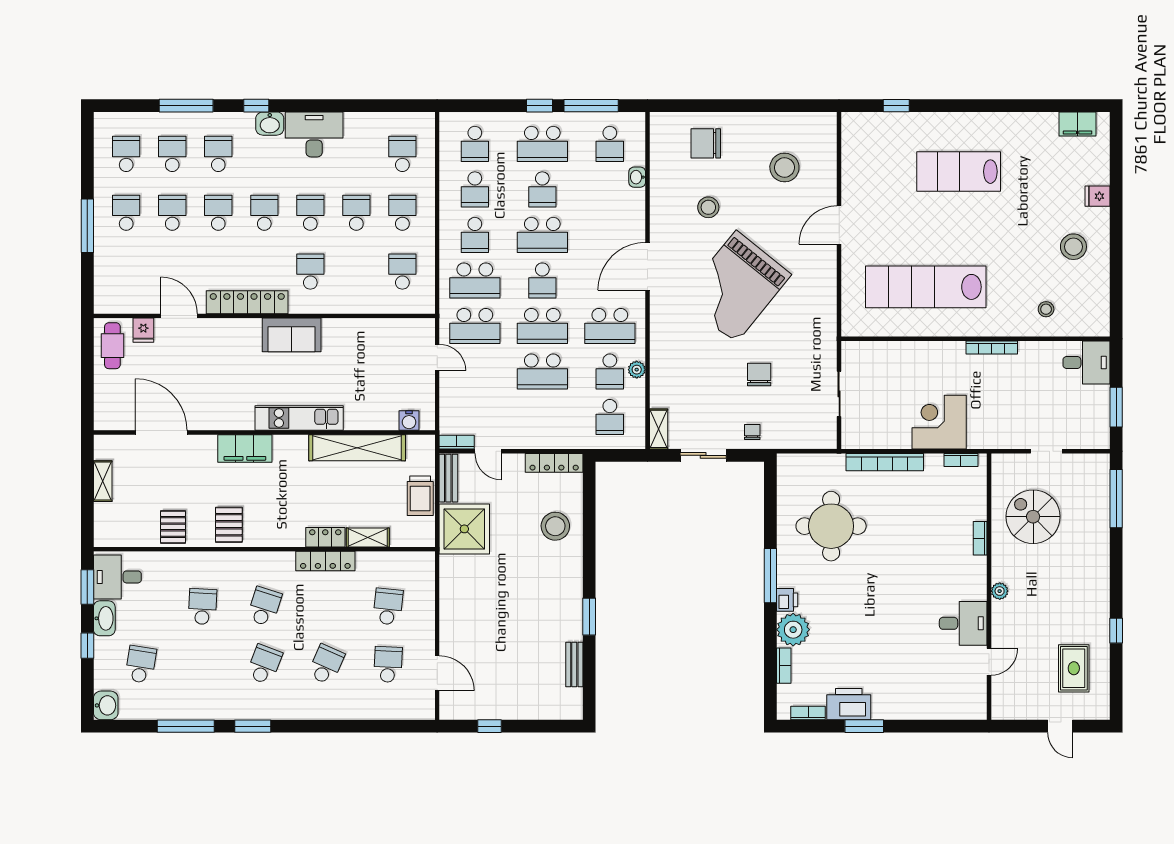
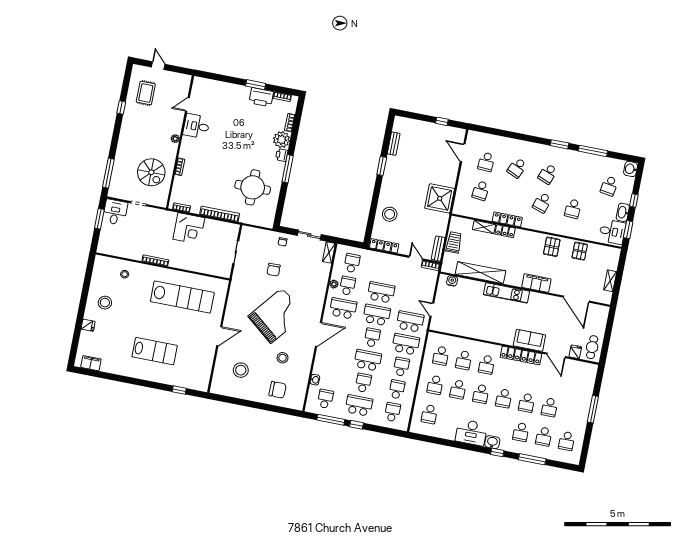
school desk: (126, 213) -> (464, 360), moved
sofa: (292, 335) -> (529, 340), moved
desk: (1086, 363) -> (115, 212), moved, turned 90
shower: (464, 529) -> (440, 198), moved

